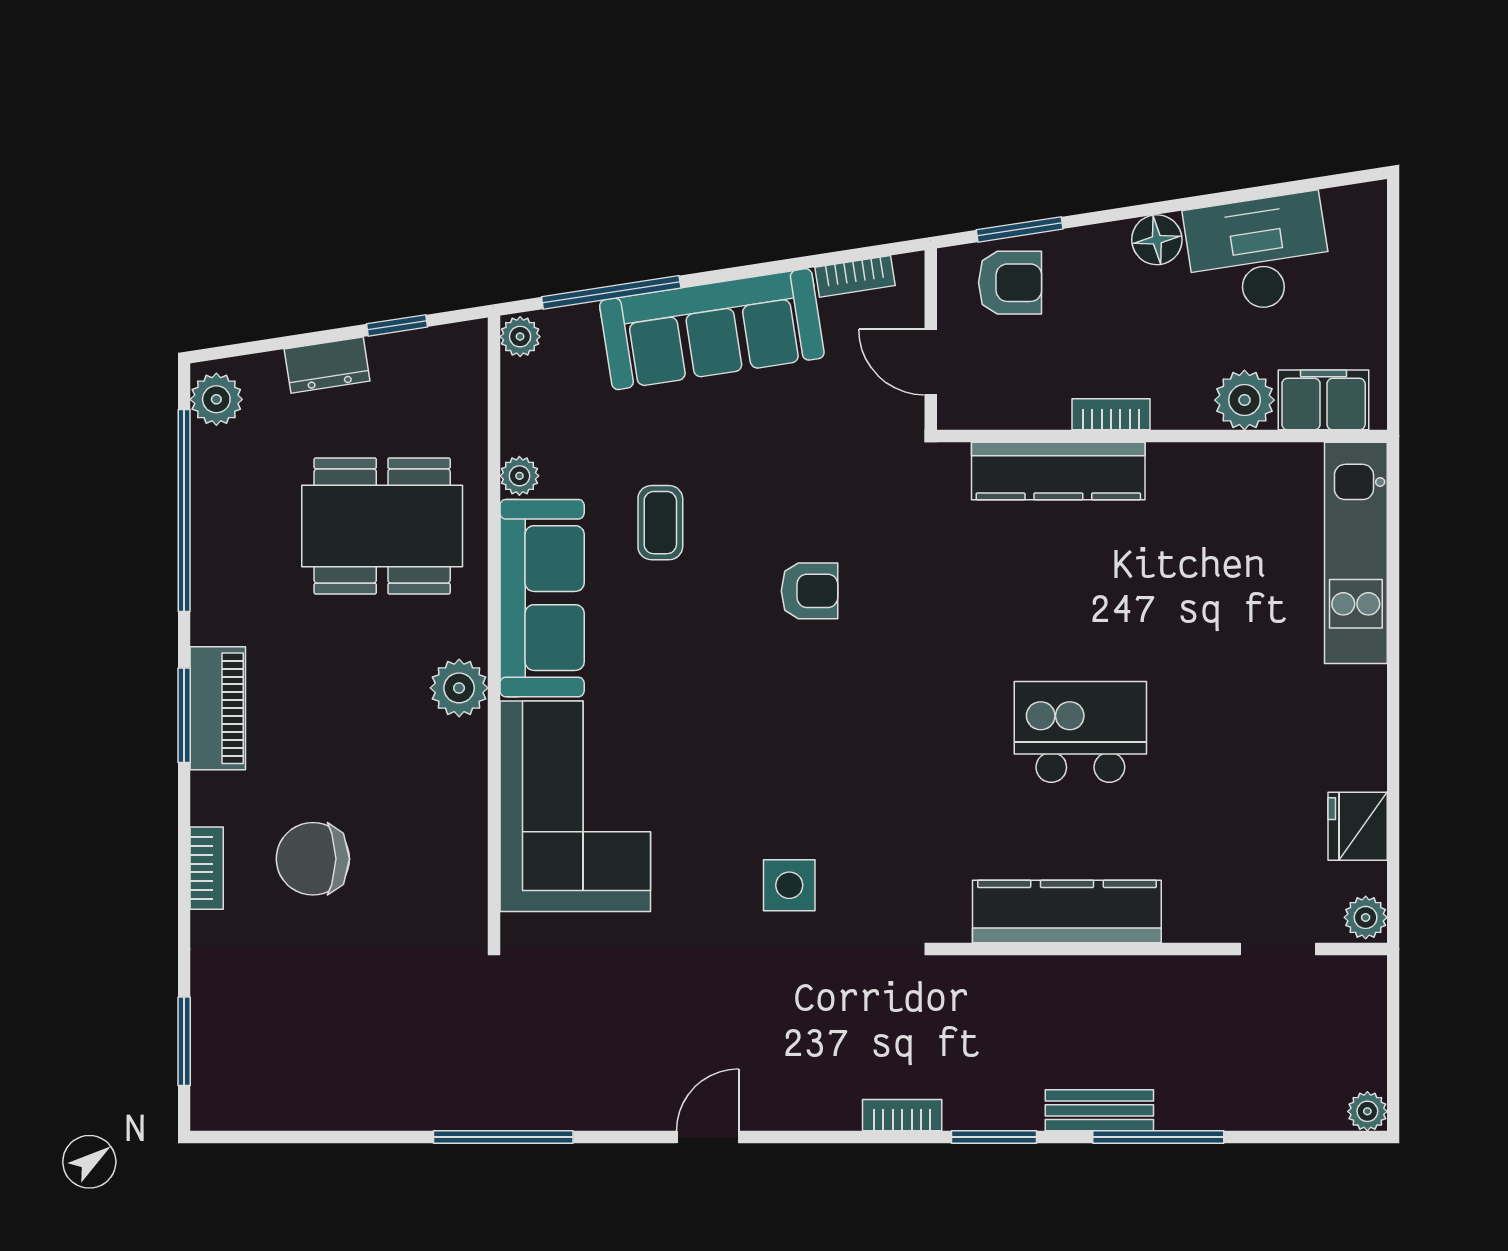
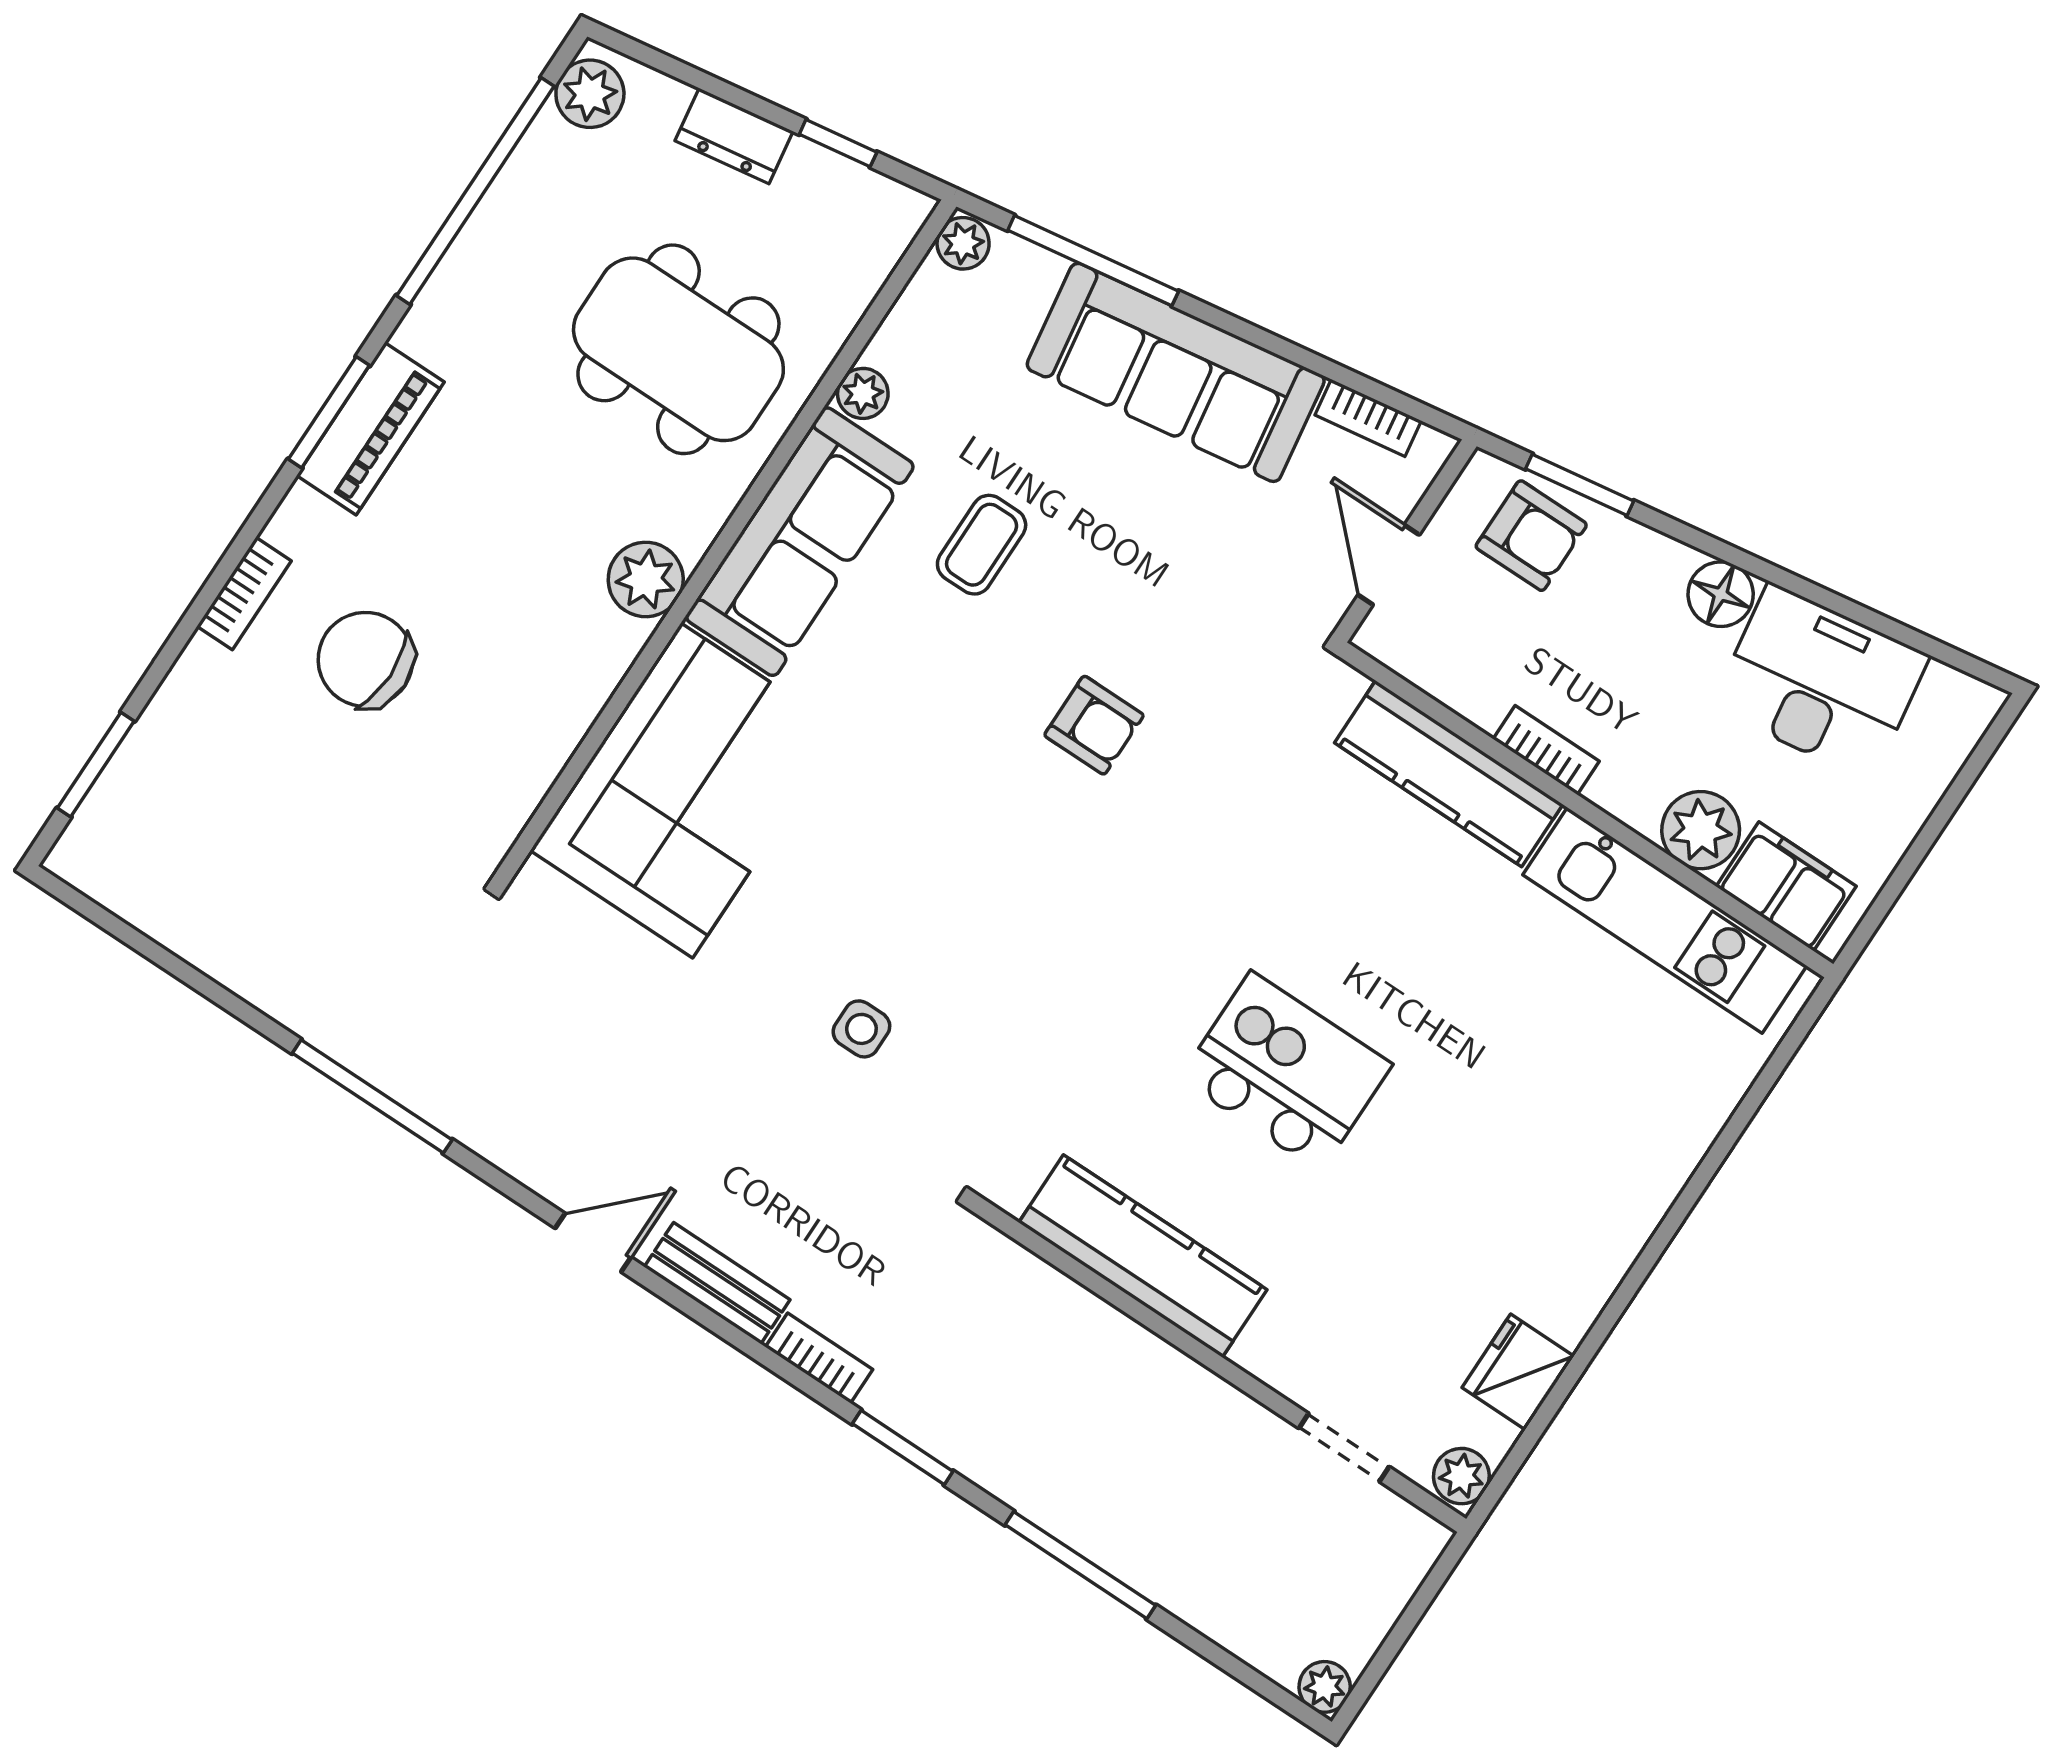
kitchen unit: (1356, 553) -> (1665, 920), moved, turned -90
side table: (789, 885) -> (861, 1029), width x0.73, depth x0.73
bench: (1099, 1110) -> (717, 1283), moved

